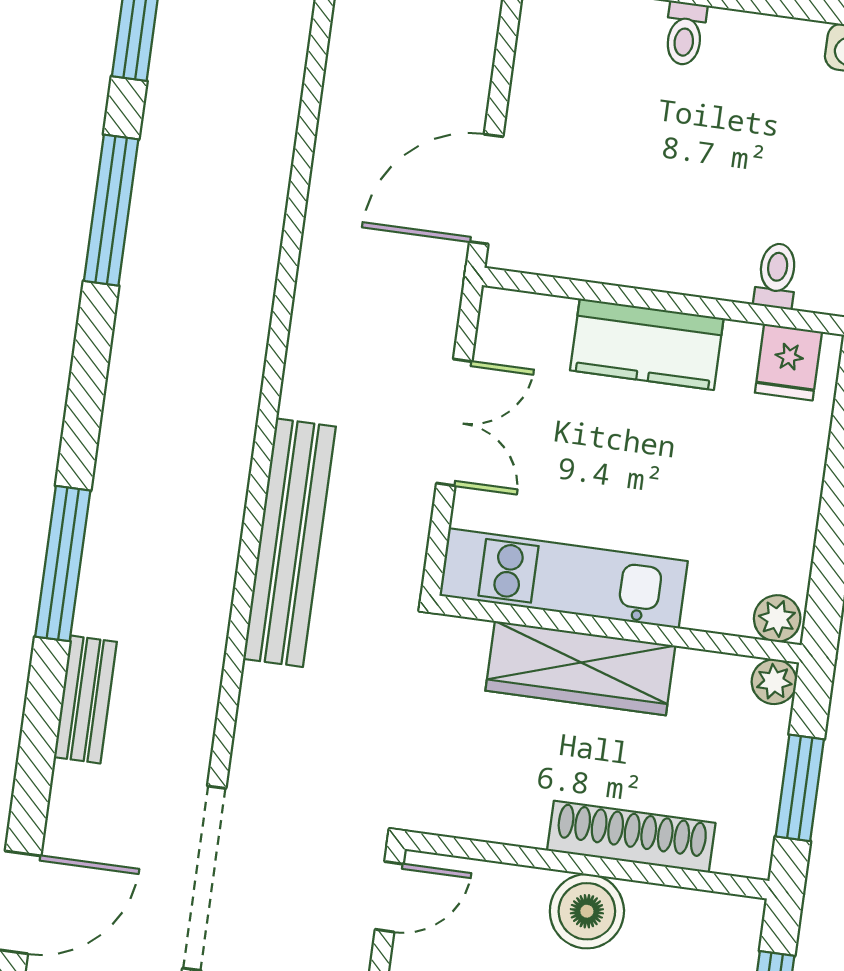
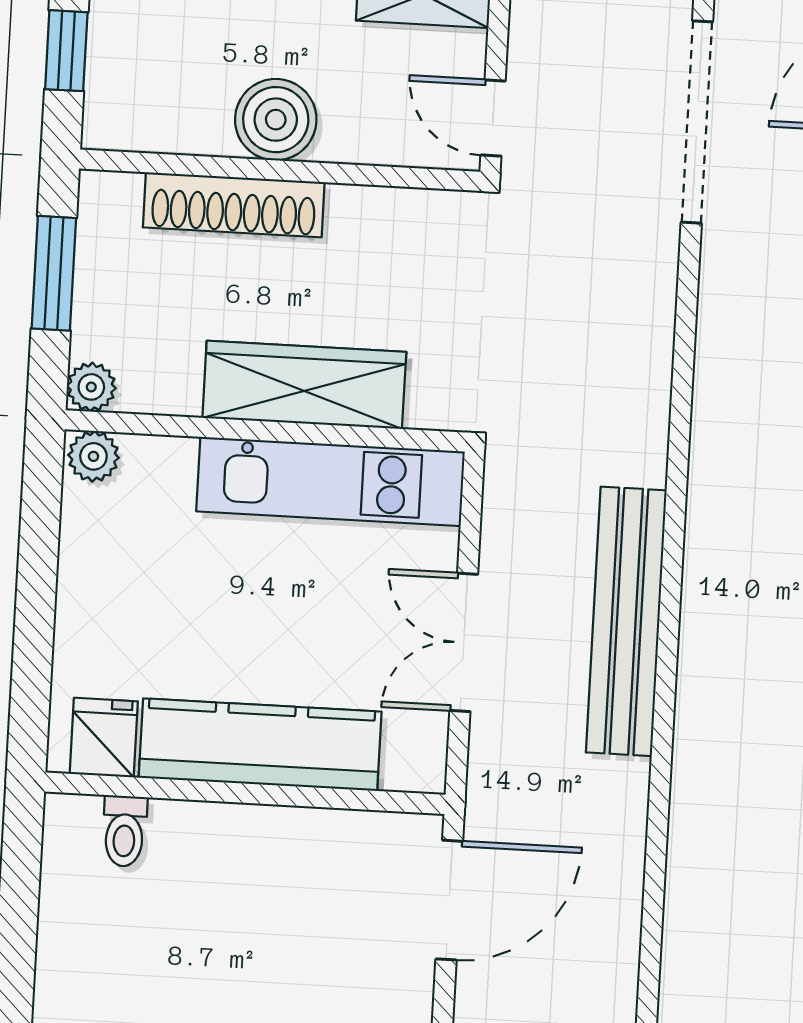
kitchen counter: (647, 344) -> (260, 745), width x1.50
bench: (290, 543) -> (626, 621), moved
door: (389, 897) -> (493, 118), hinge flipped

